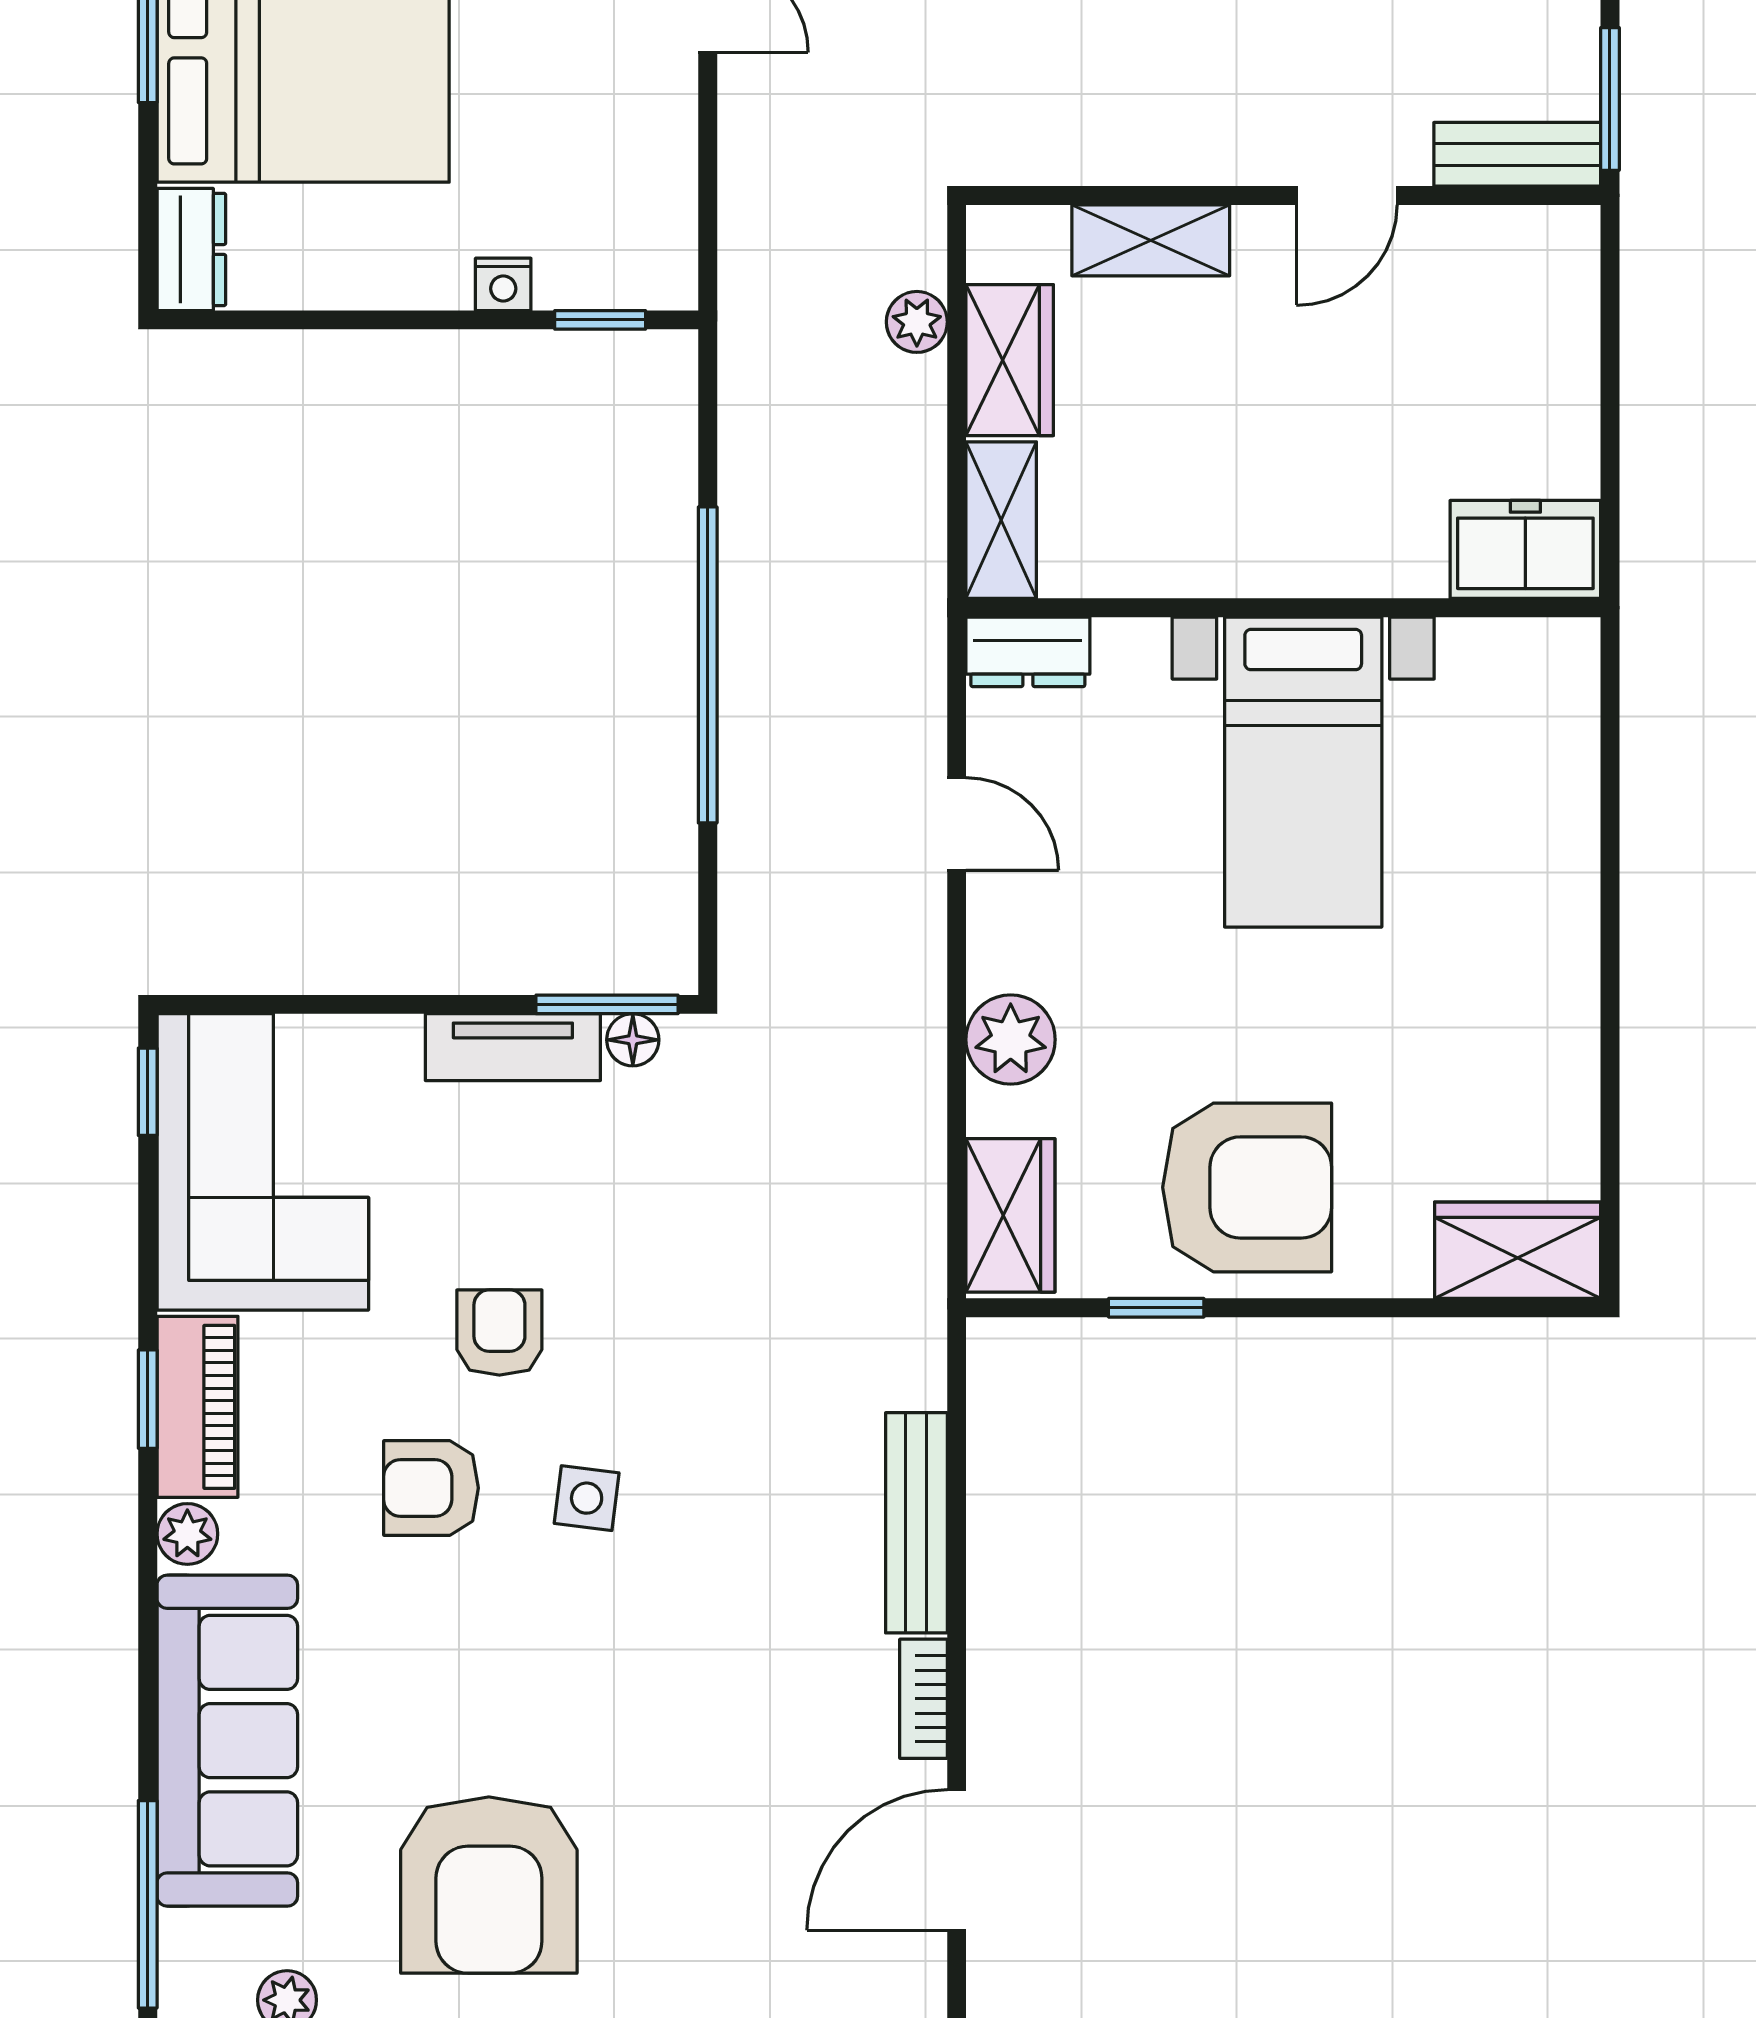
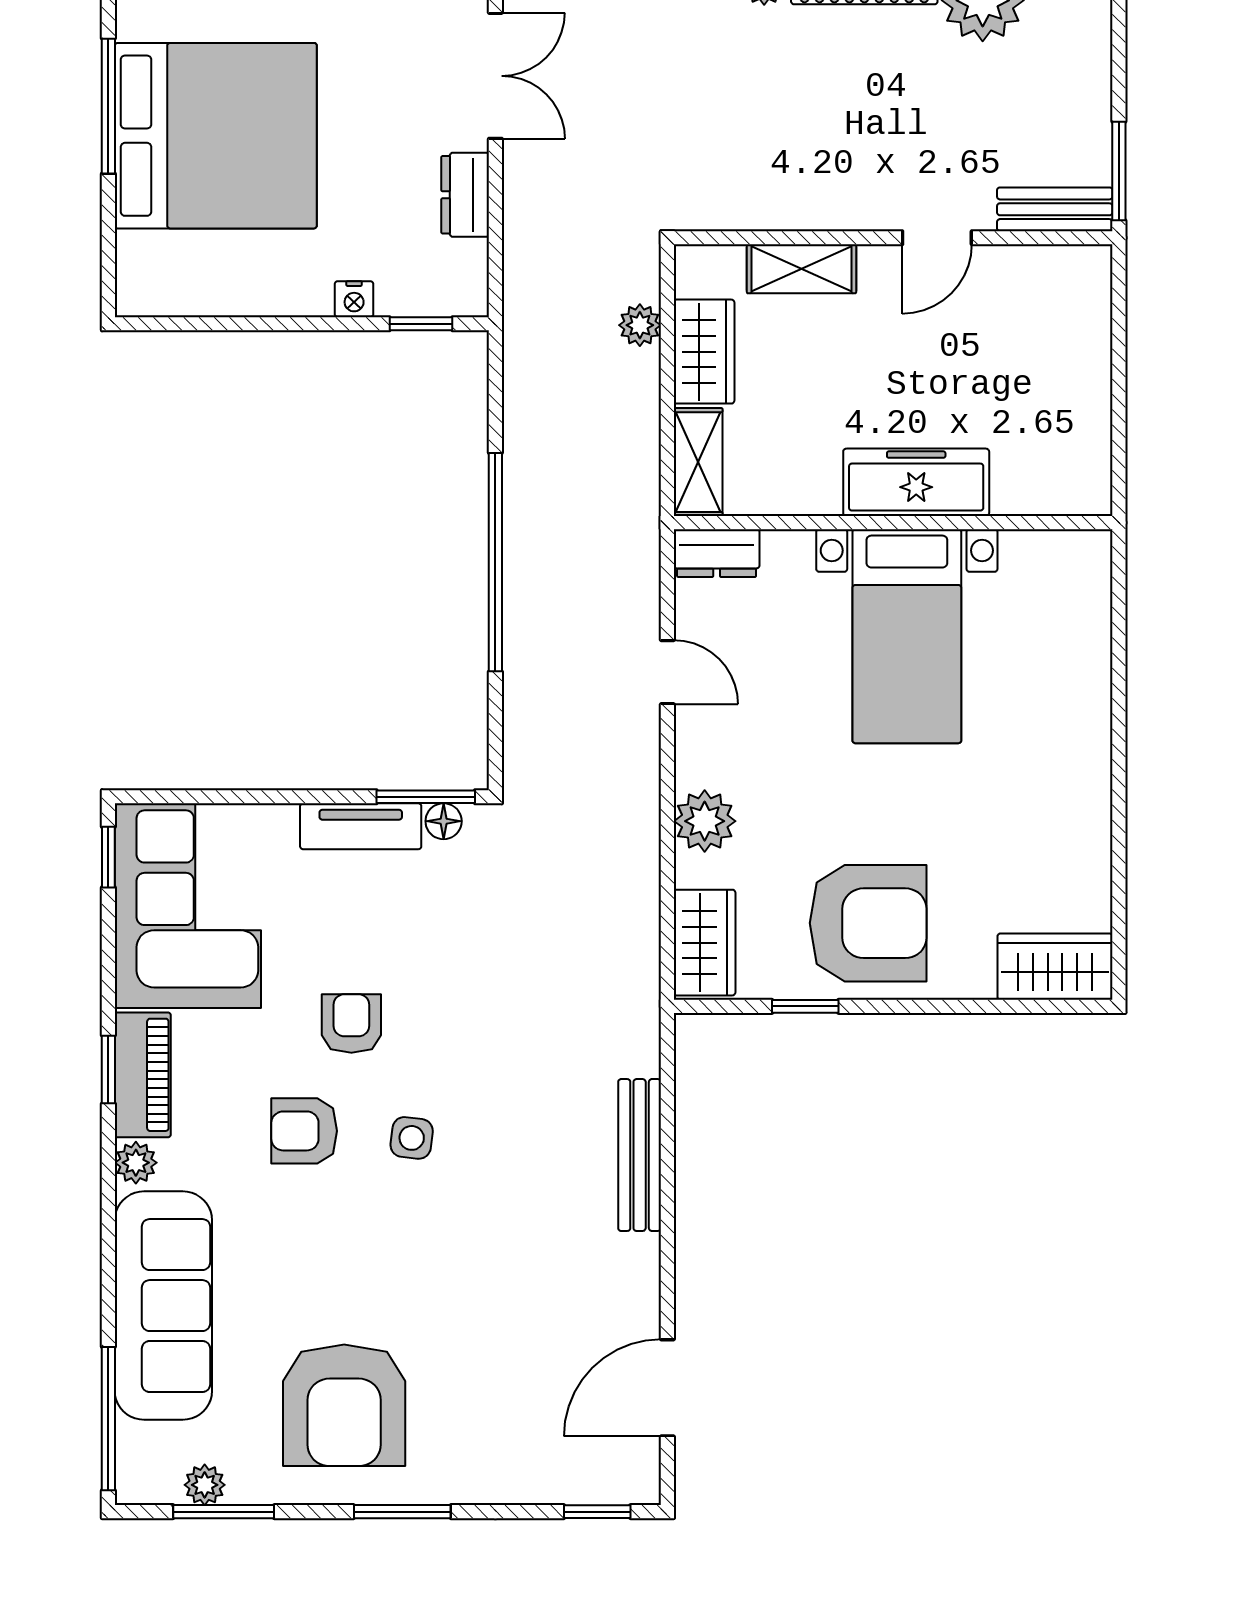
dresser: (191, 249) -> (465, 195), moved, turned 180
freezer: (1525, 549) -> (916, 482), moved, width x1.40
bookcase: (923, 1699) -> (644, 1277), removed

